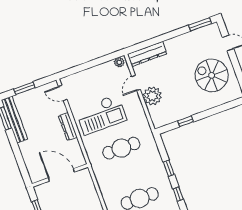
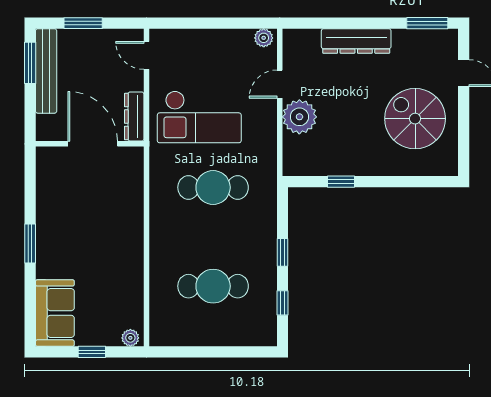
dresser: (147, 54) -> (356, 41), moved
wall: (60, 175) -> (90, 144), moved
door: (61, 175) -> (93, 144), moved

